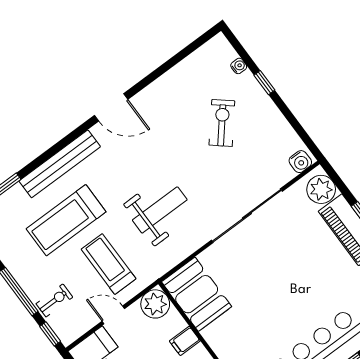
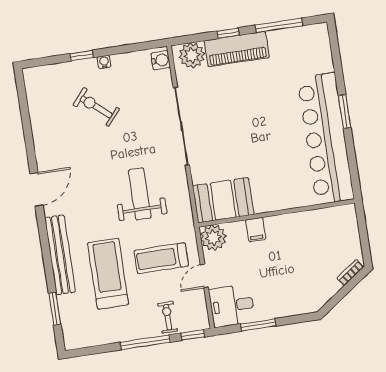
water cooler: (239, 66) -> (104, 62), moved
treadmill: (66, 220) -> (108, 274), turned 180

